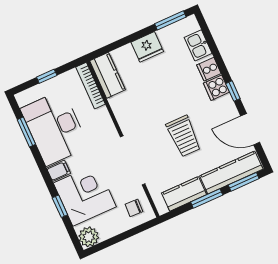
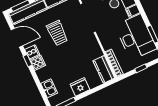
cooker: (209, 69) -> (32, 52), moved
trolley: (184, 136) -> (57, 33), turned 180

